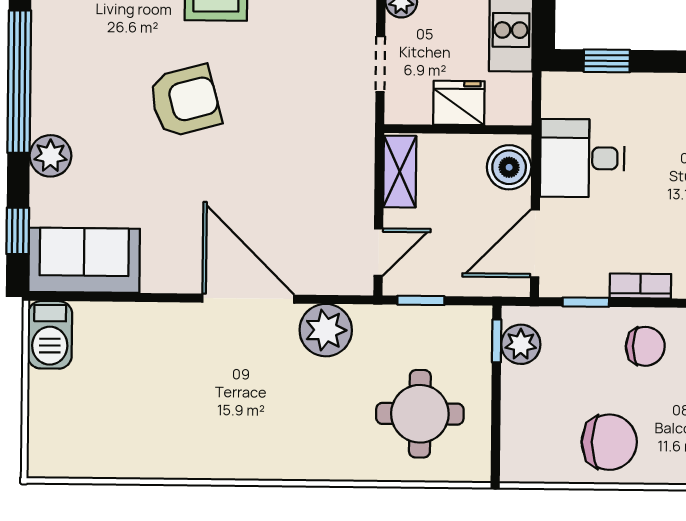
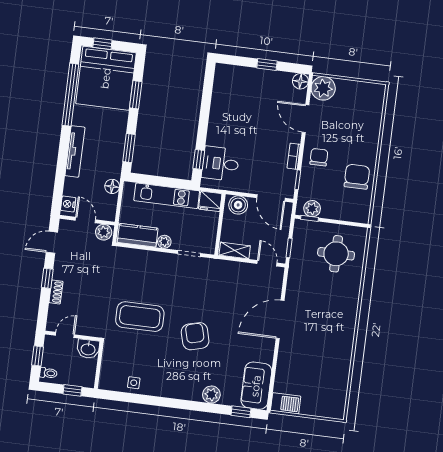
window: (19, 82) -> (179, 404), removed
fridge: (459, 103) -> (210, 201), moved, turned -90
desk: (582, 158) -> (220, 164), moved, turned 90
plant: (326, 330) -> (297, 289), removed

